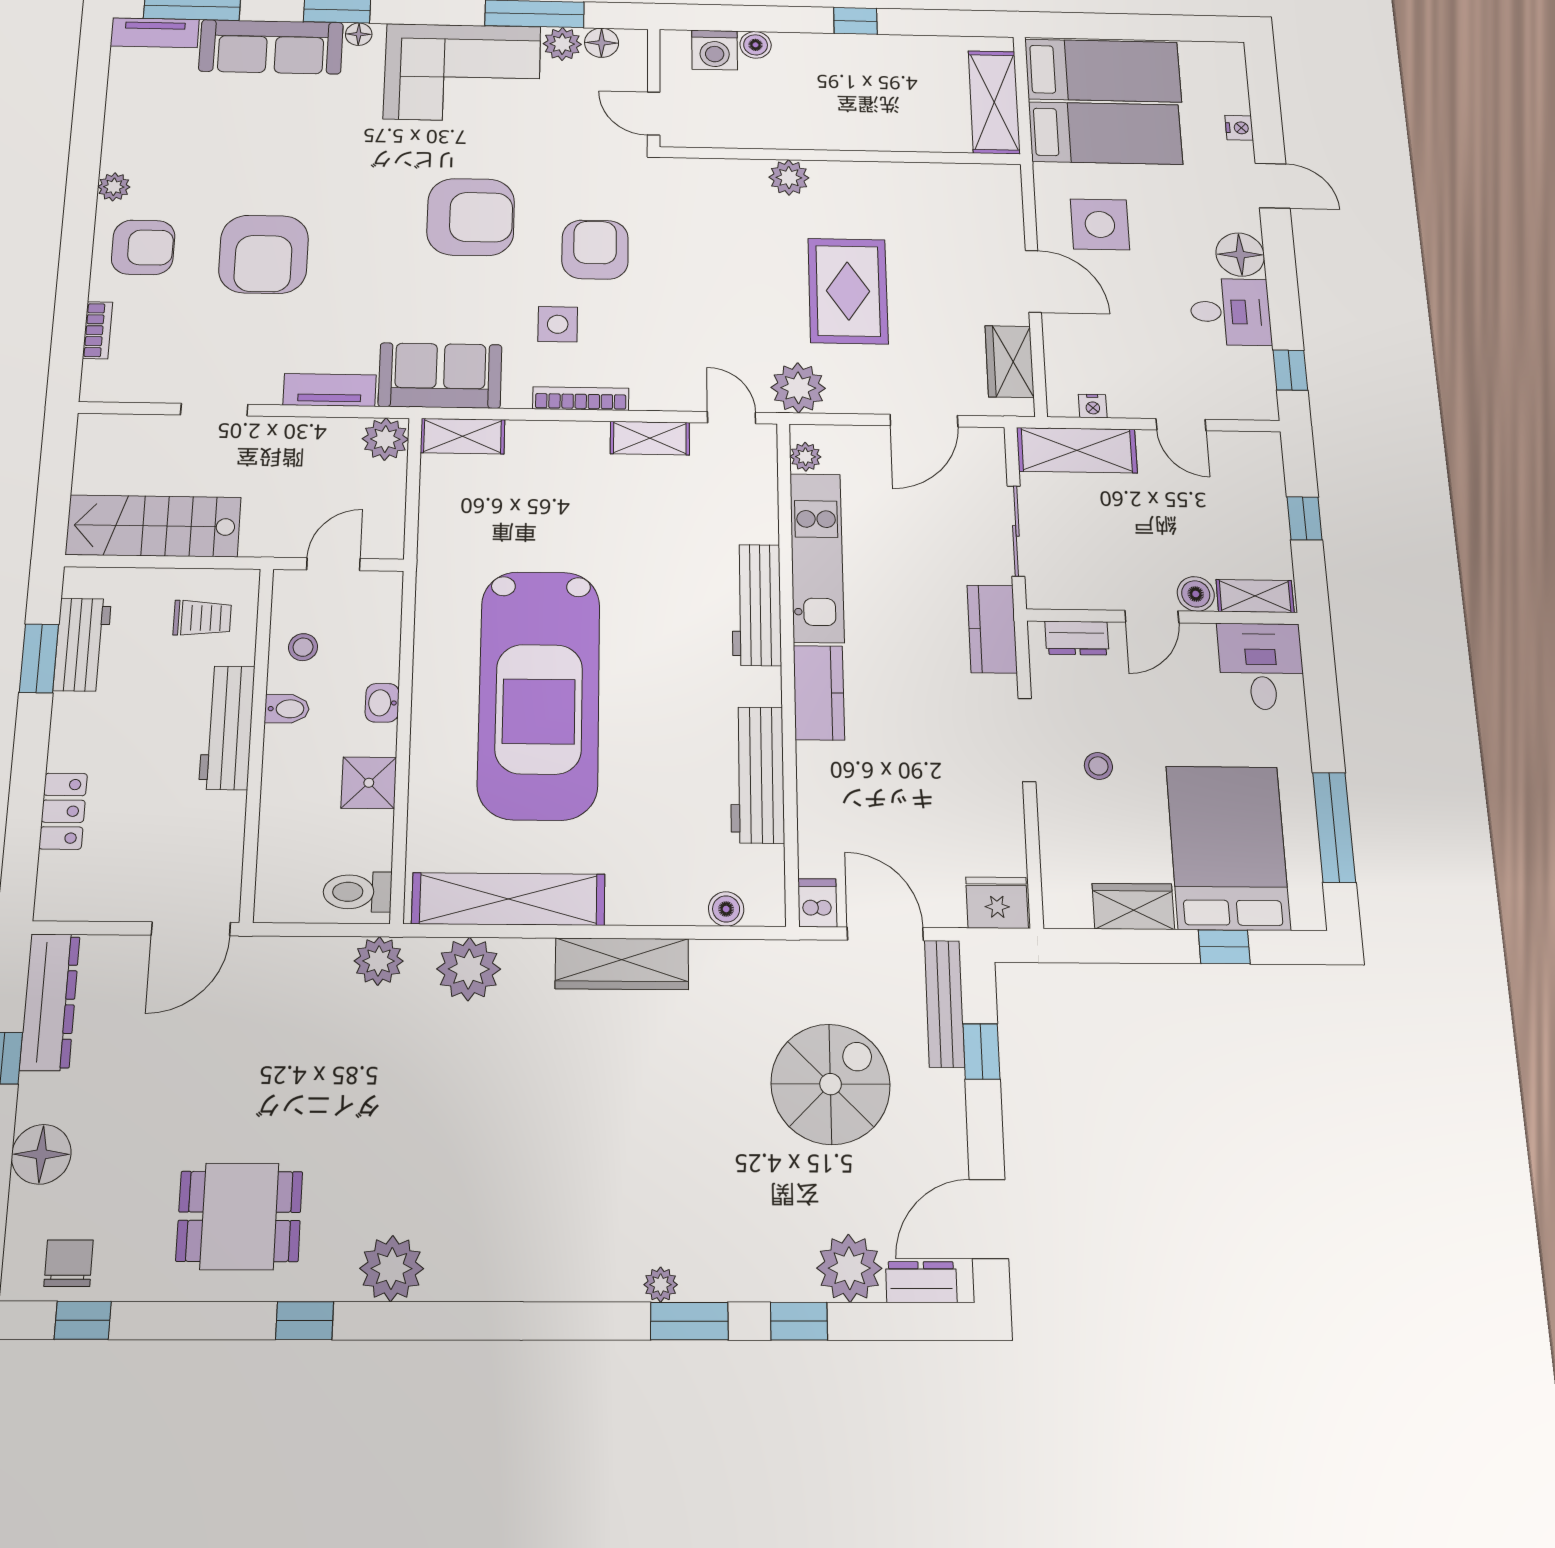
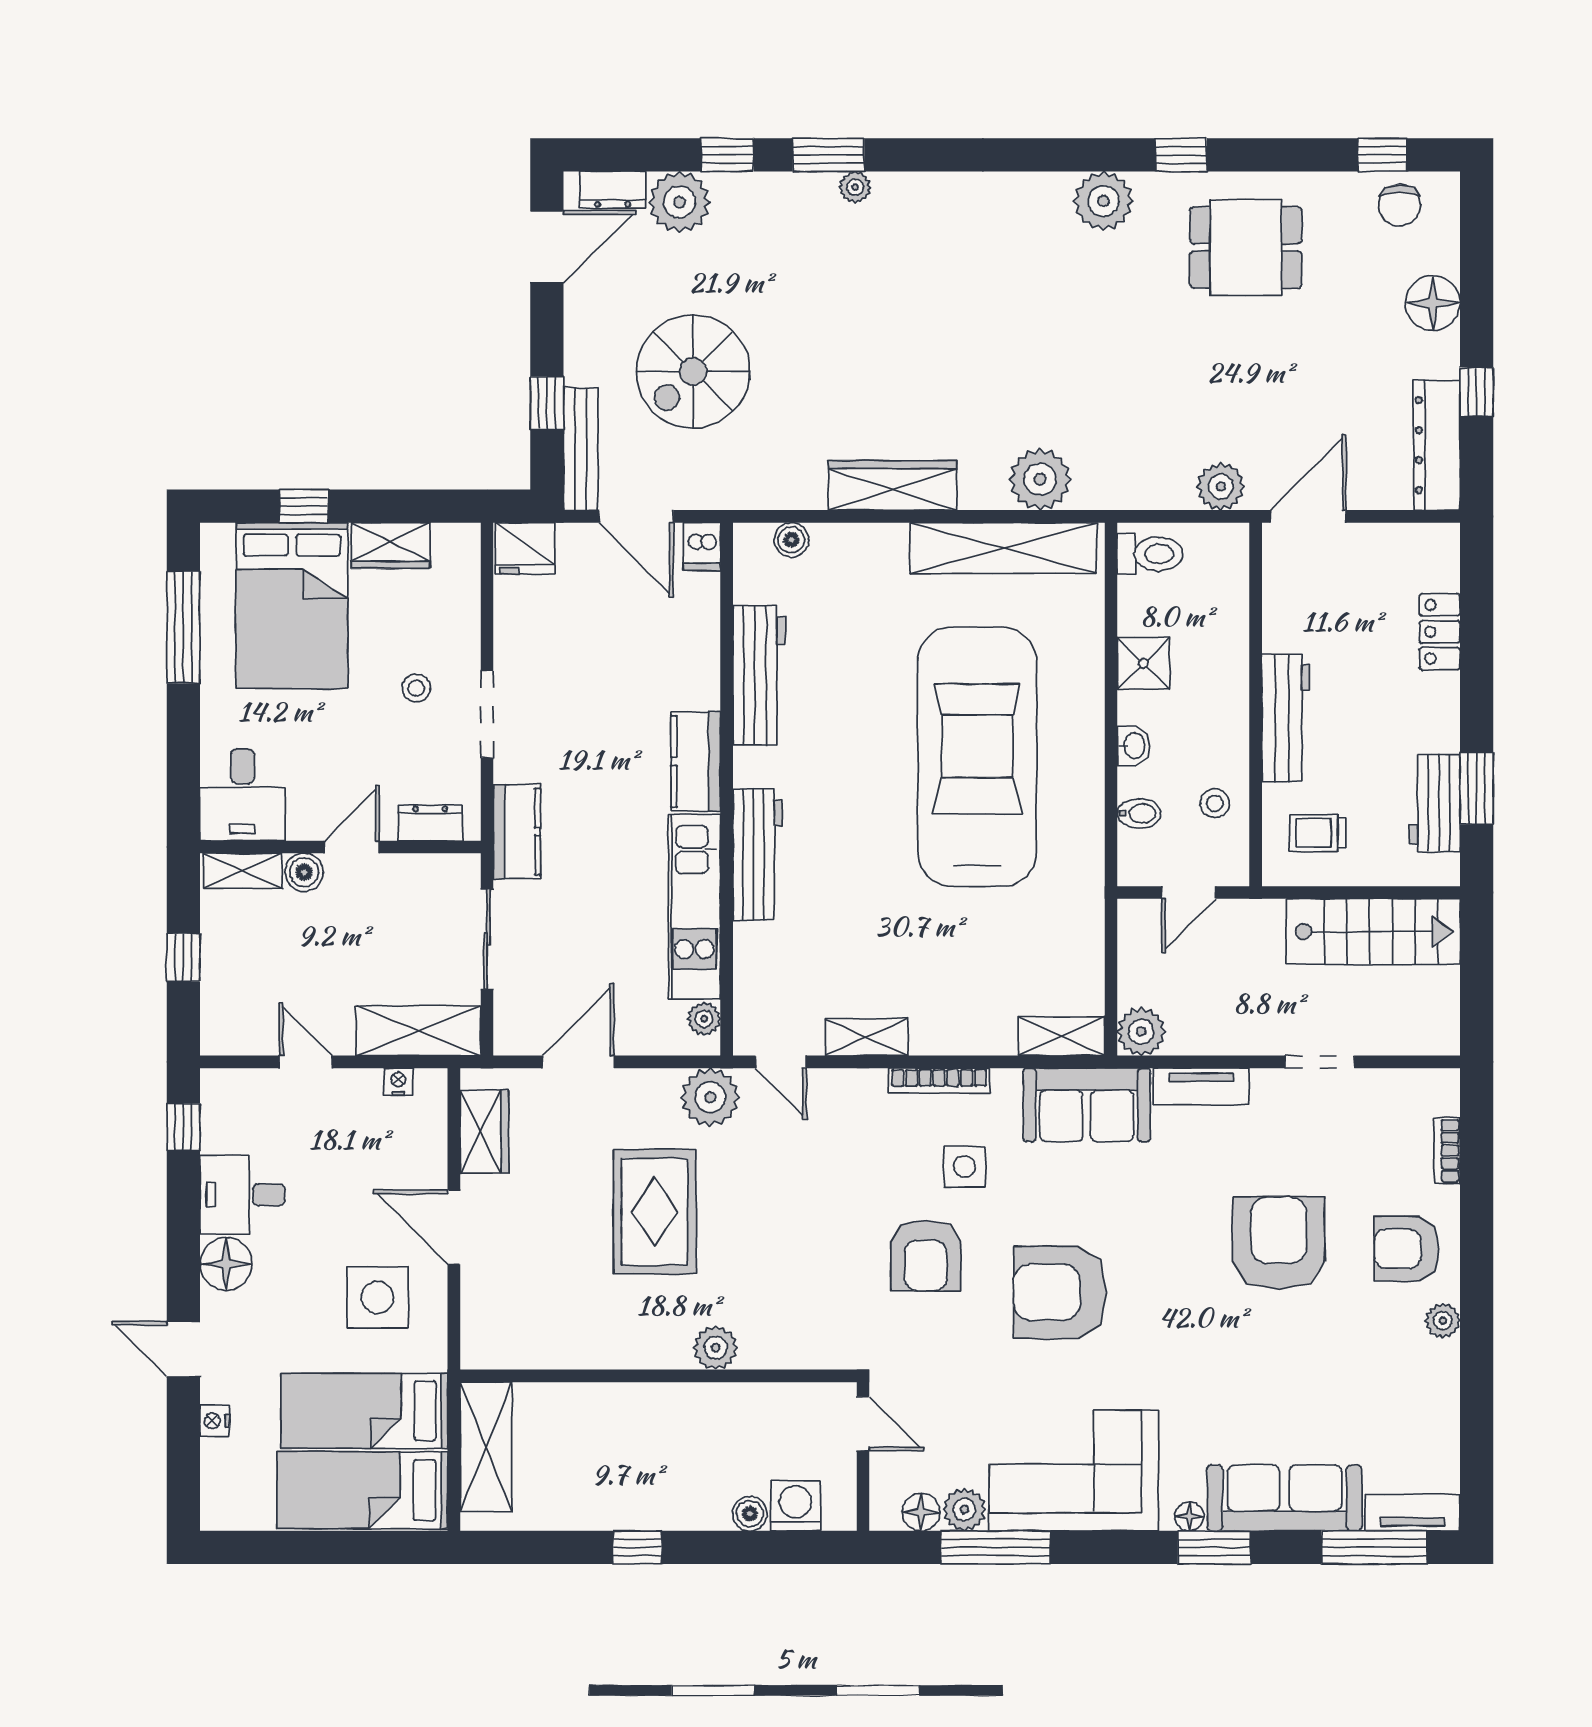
bidet: (287, 709) -> (1139, 813), moved, turned 180
plant: (379, 961) -> (1221, 486), moved

